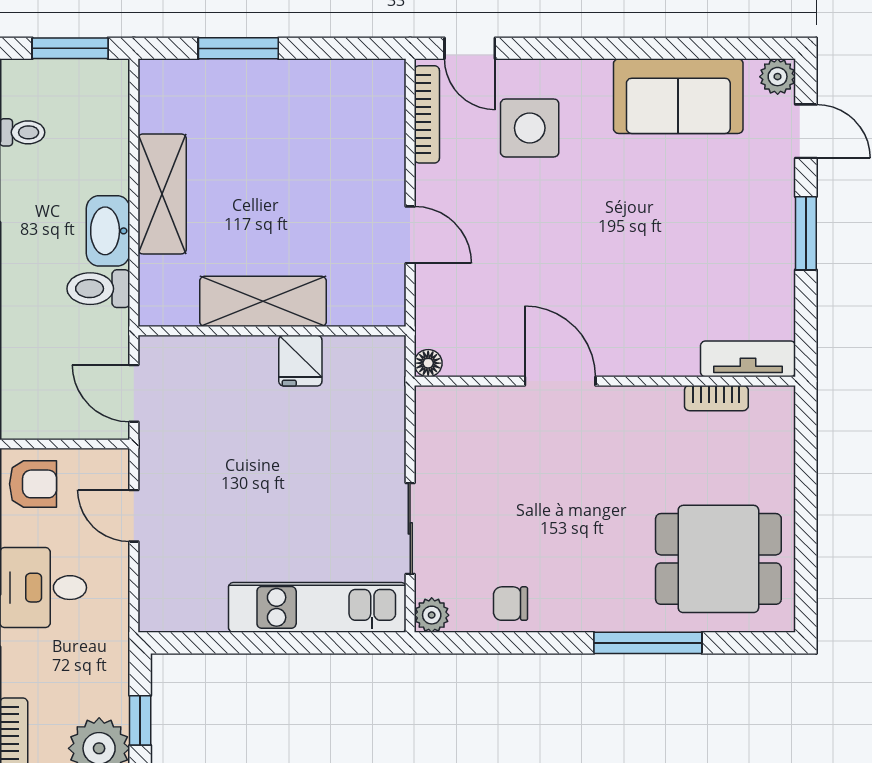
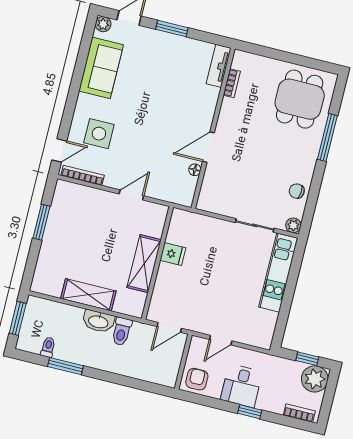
window: (238, 48) -> (42, 222), moved
floor lamp: (428, 363) -> (195, 170), moved
chair: (511, 604) -> (297, 191), turned 96

